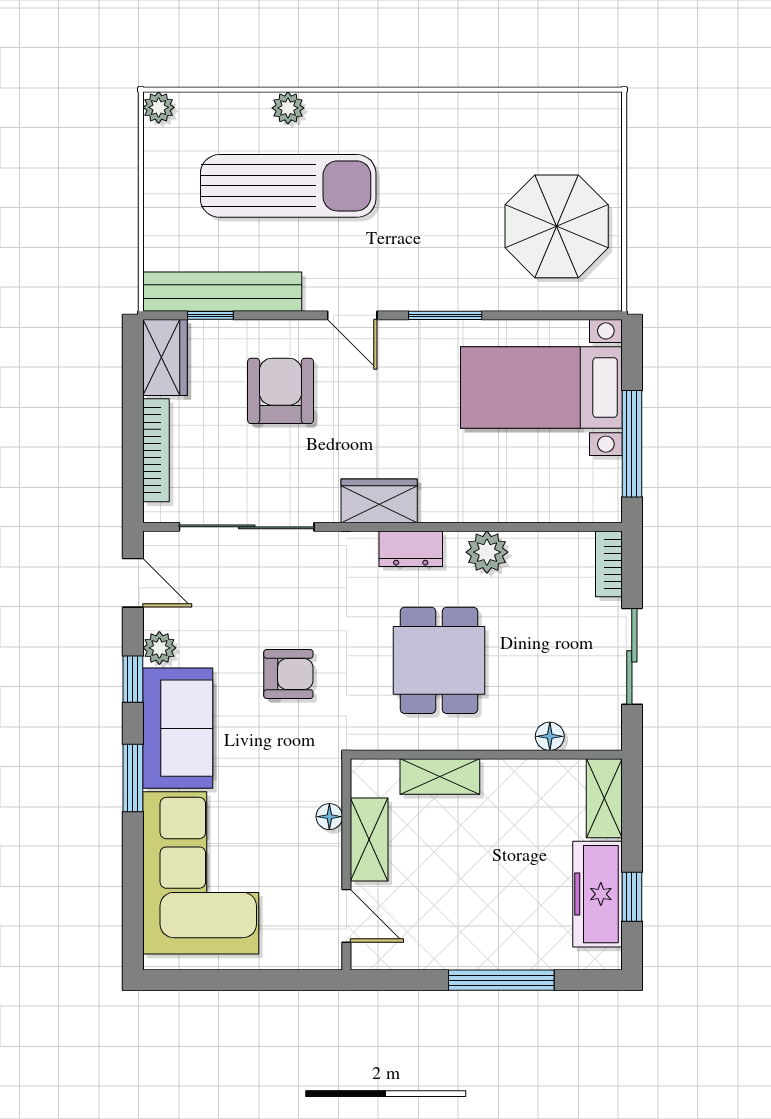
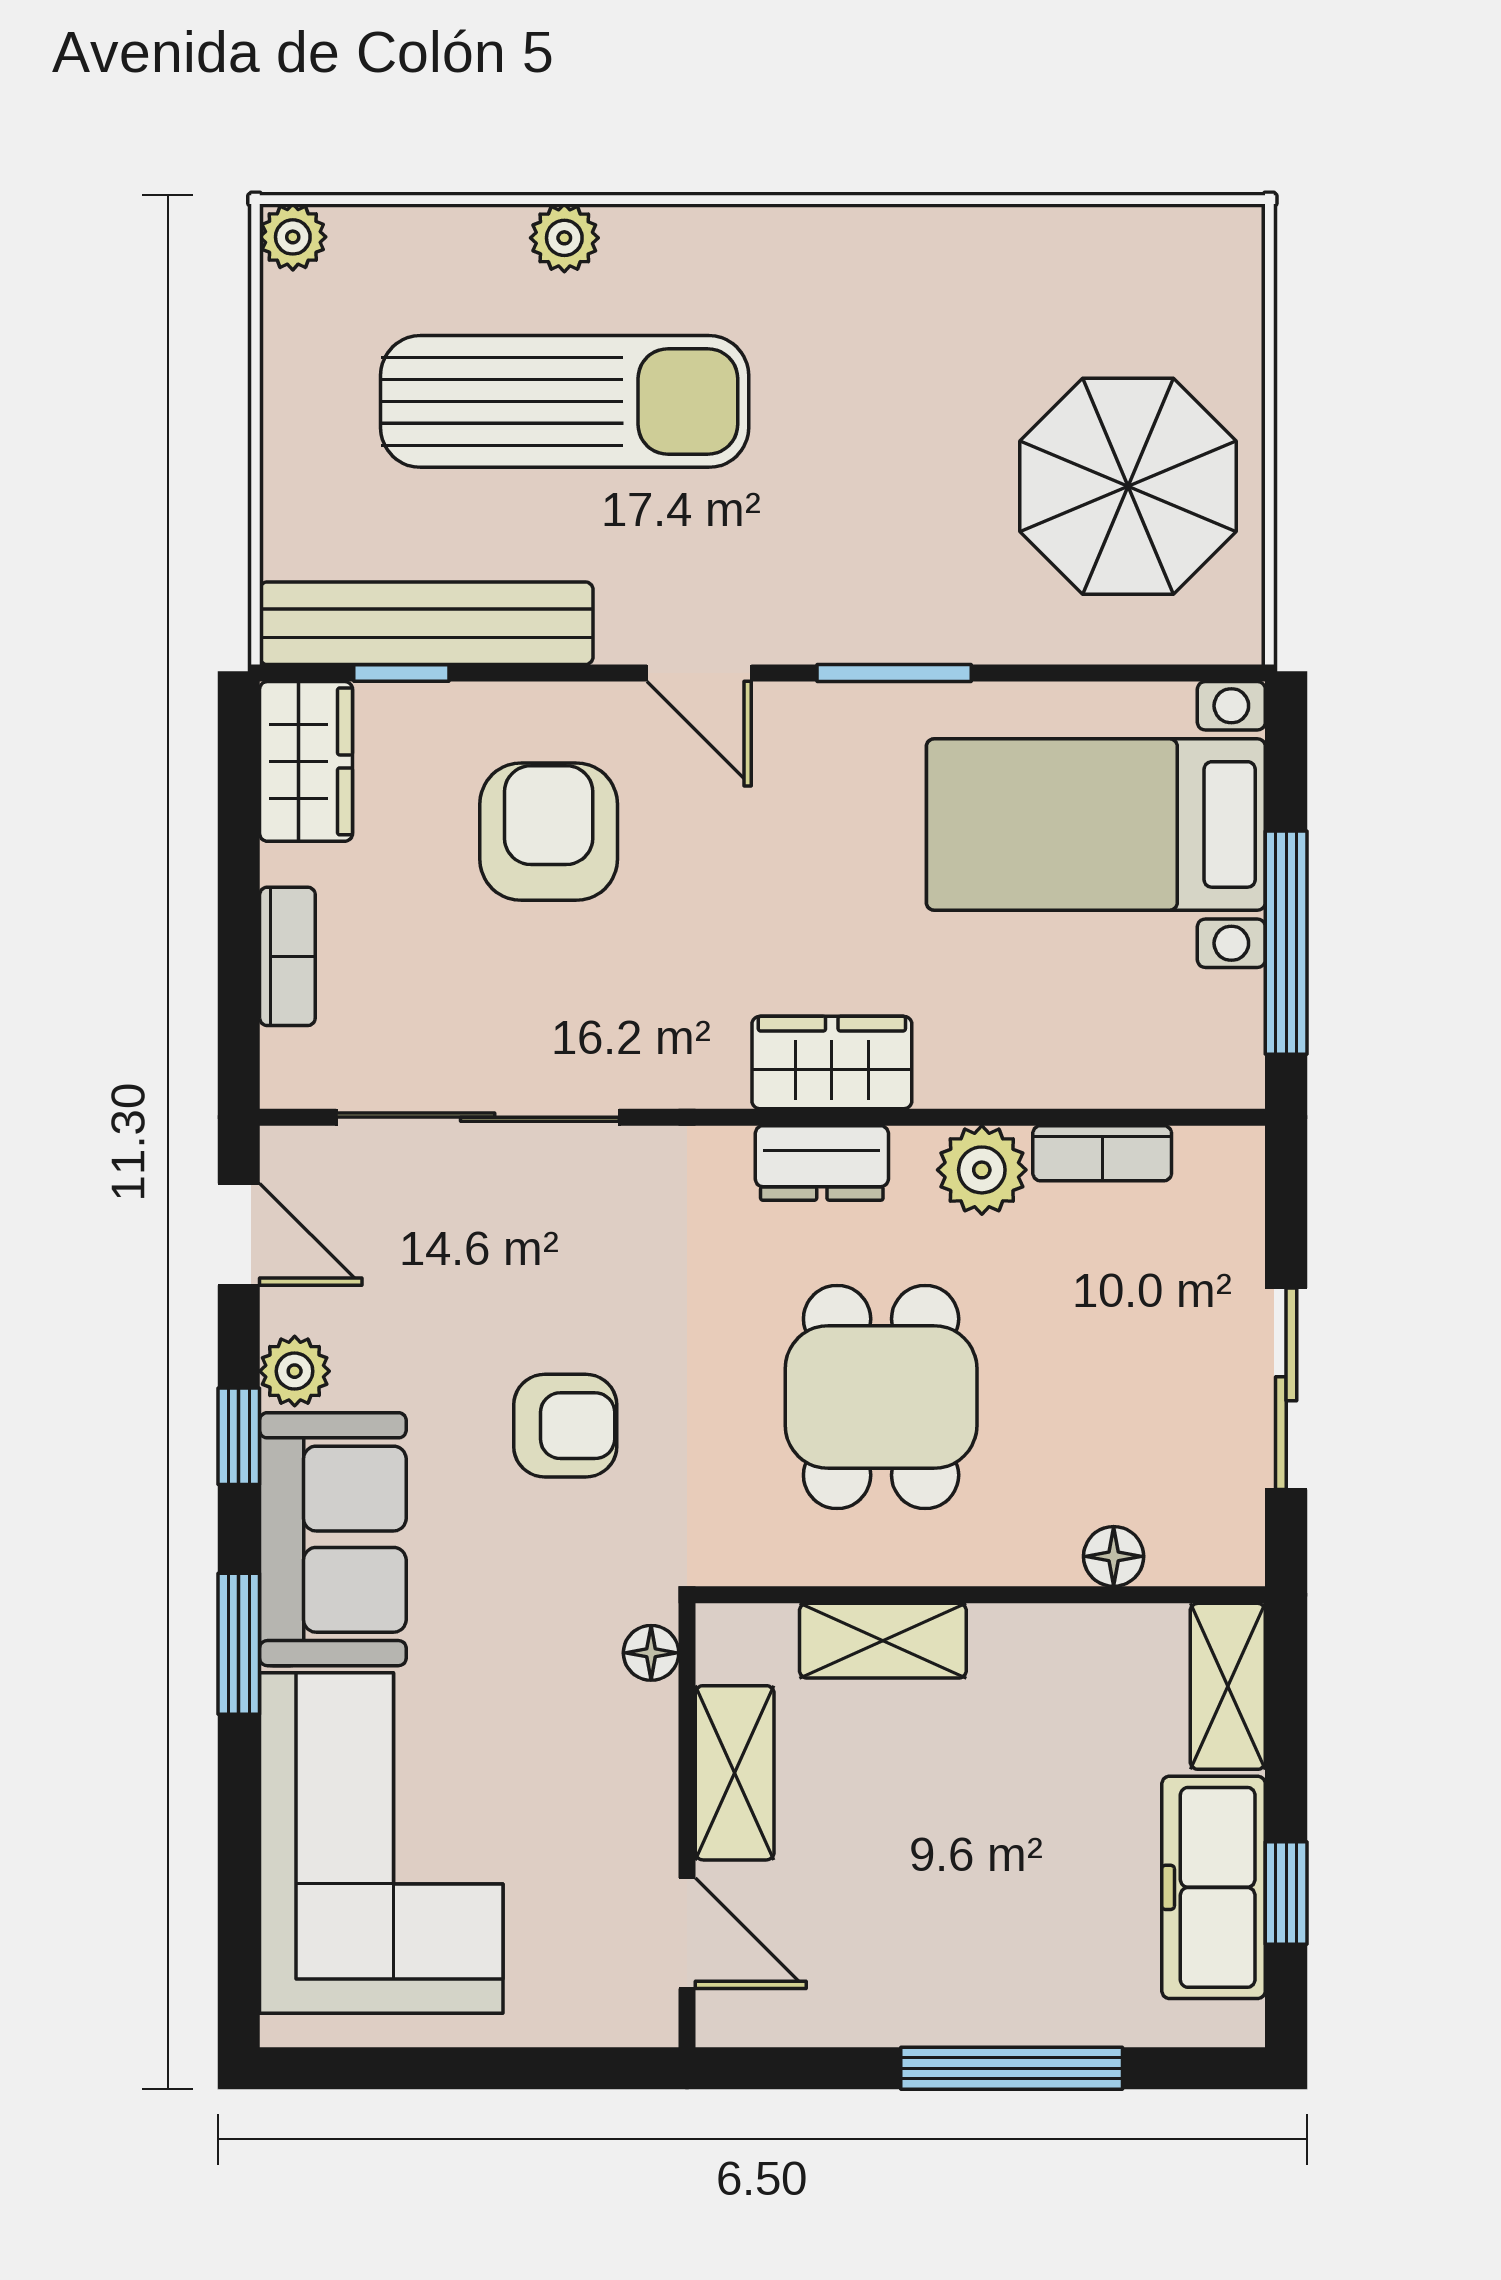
bookcase: (156, 450) -> (287, 956), width x0.64
wardrobe: (379, 501) -> (832, 1063), moved
bookcase: (609, 564) -> (1102, 1153), moved, turned -90
floor lamp: (329, 817) -> (651, 1653), moved

